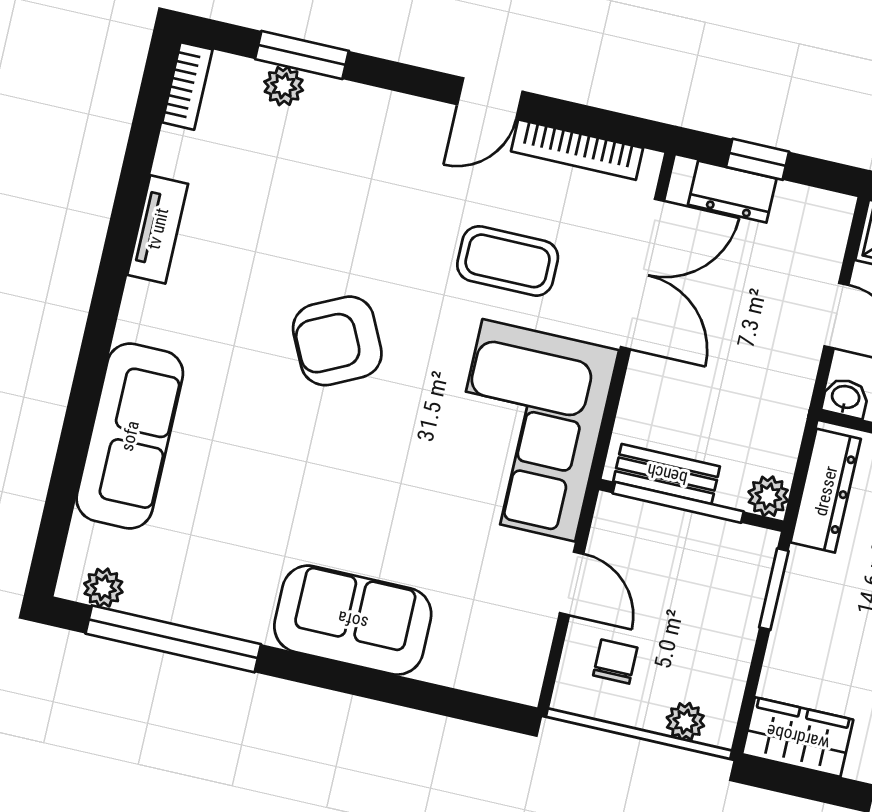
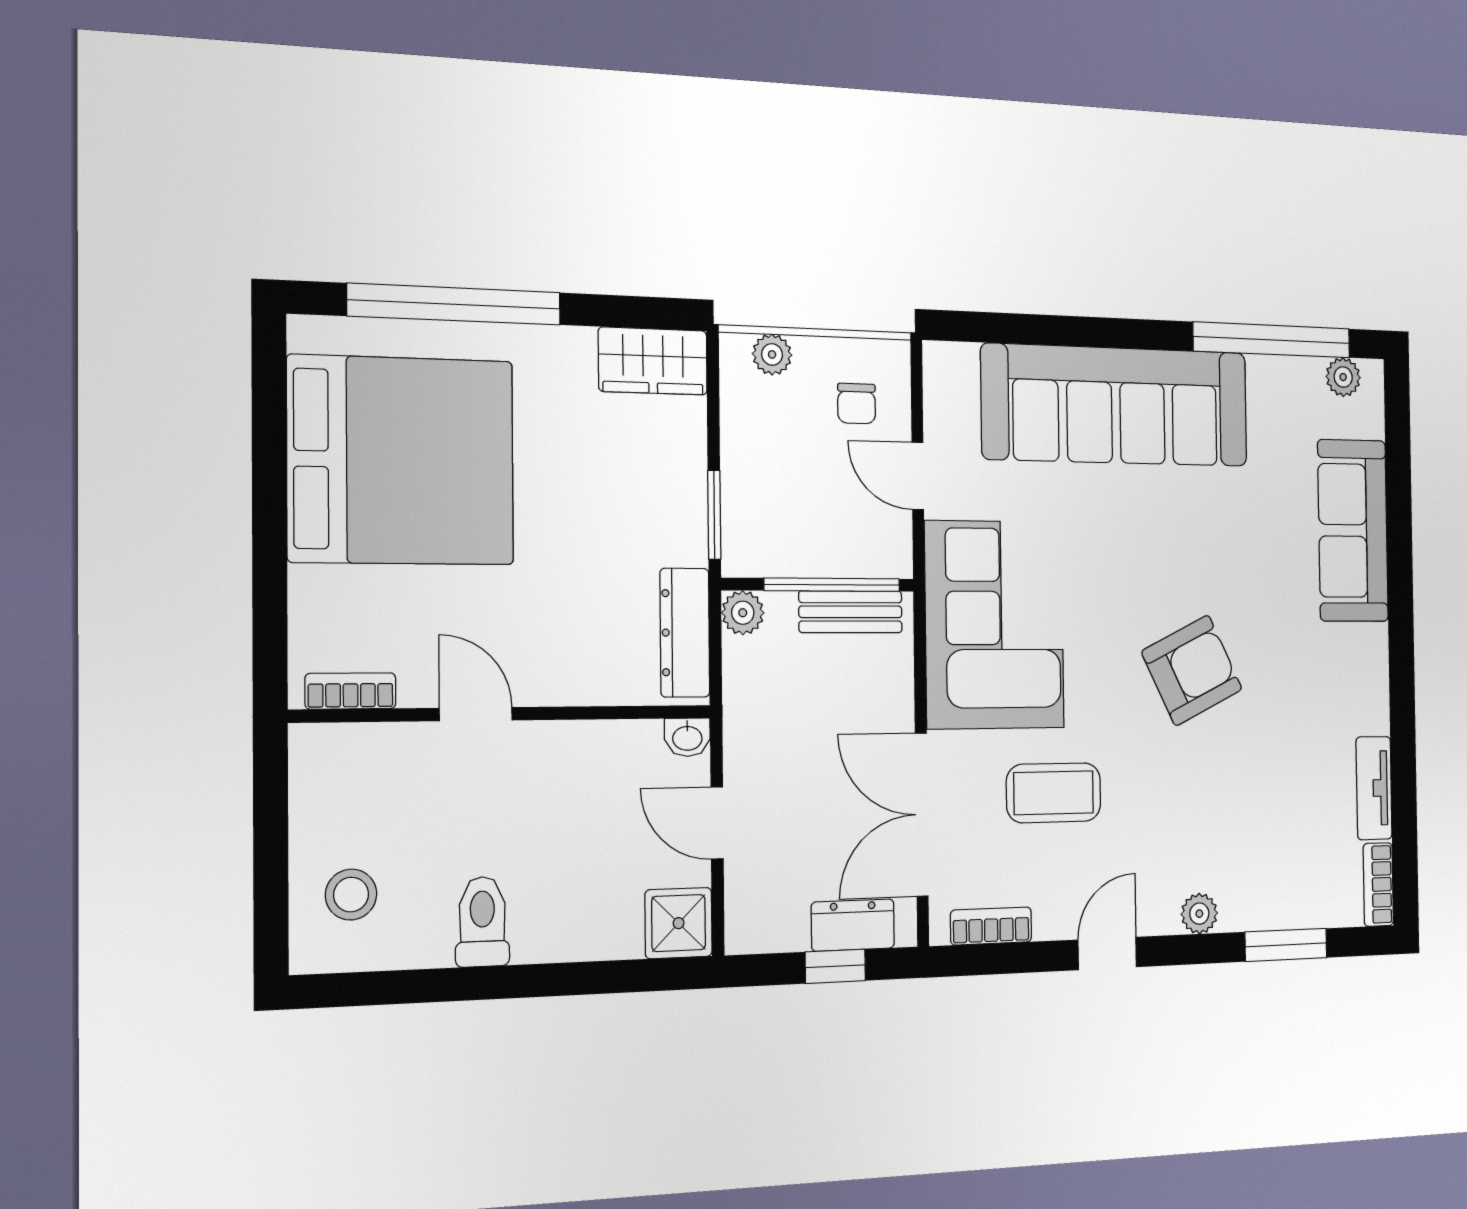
plant: (284, 86) -> (1199, 914), moved
bookcase: (577, 150) -> (991, 926), width x0.64
tv unit: (158, 229) -> (1374, 788), moved
sofa: (353, 620) -> (1116, 405), width x1.85, depth x1.27

